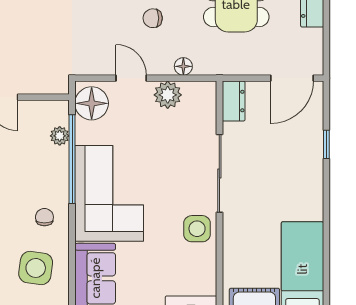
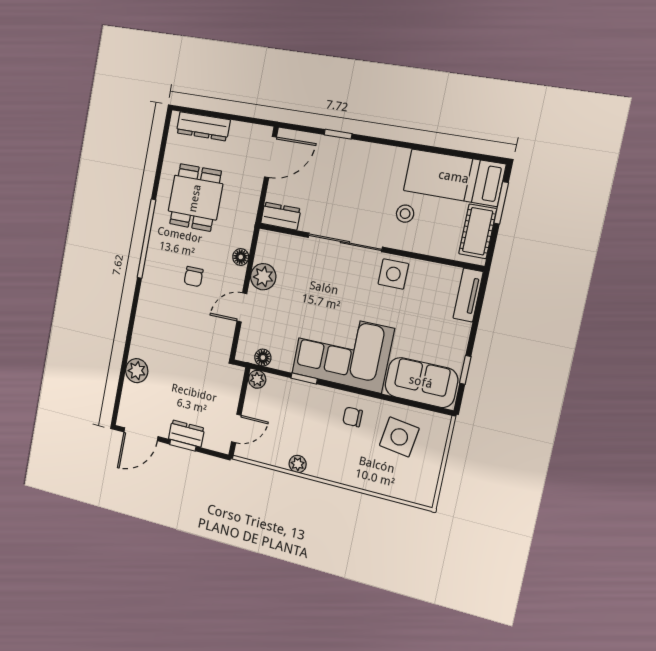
door: (292, 78) -> (271, 157), hinge flipped
floor lamp: (92, 103) -> (263, 358), width x0.53, depth x0.53
plant: (60, 136) -> (257, 379), moved
window: (72, 159) -> (304, 378), width x0.32
stool: (259, 228) -> (405, 214), added

